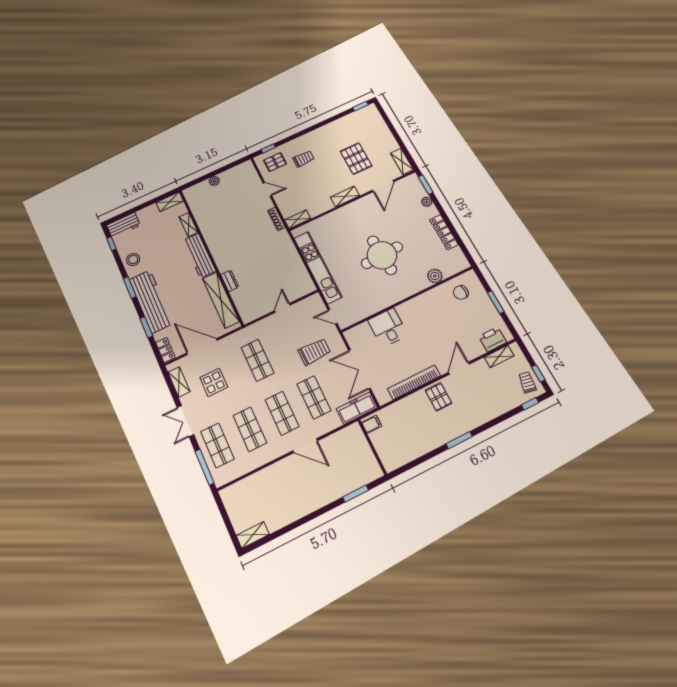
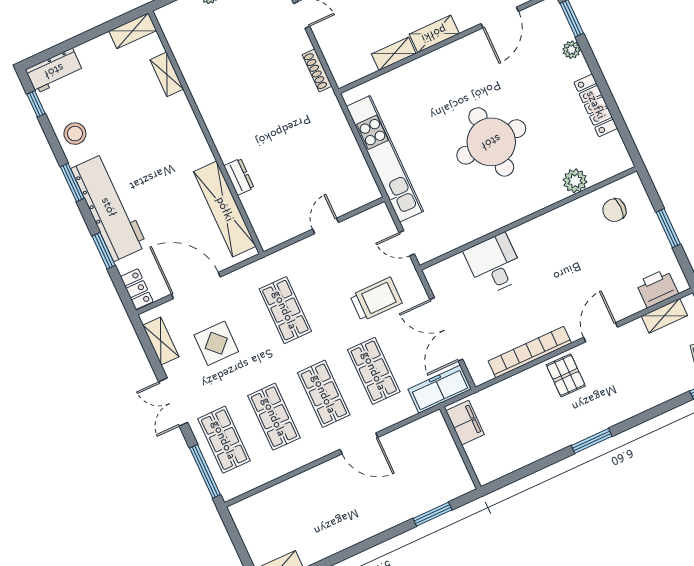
shelving: (298, 219) -> (394, 54), moved
workbench: (199, 256) -> (187, 131), removed
filing cabinet: (372, 424) -> (465, 423), width x2.00

